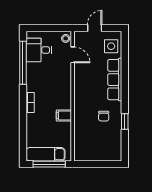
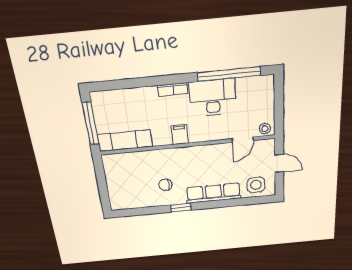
desk: (39, 50) -> (213, 98), moved, width x1.37
filing cabinet: (64, 116) -> (180, 134), moved
window: (125, 122) -> (181, 208), moved
exam couch: (45, 154) -> (125, 141), moved, turned -90

